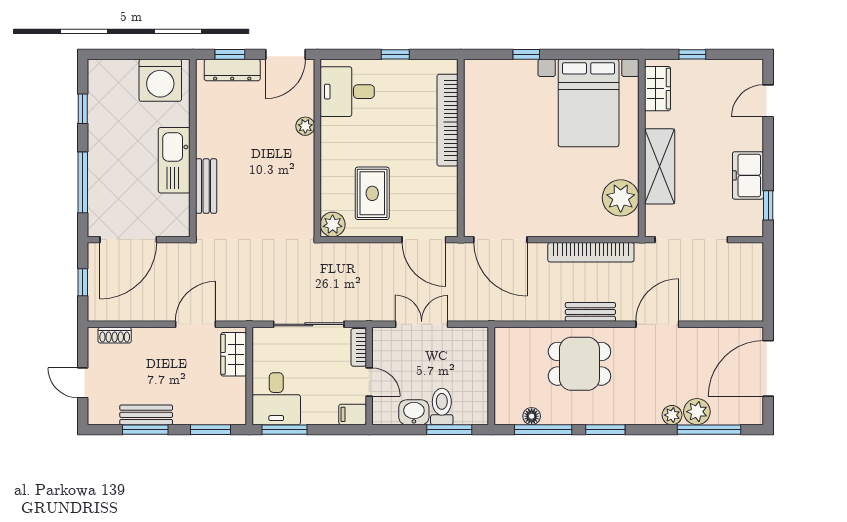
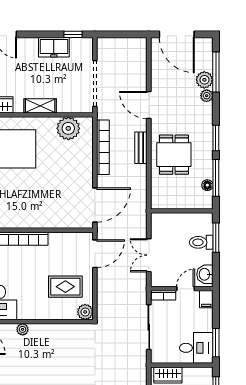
shelving: (660, 166) -> (40, 106), width x0.67, depth x0.75
washbasin: (414, 412) -> (205, 274), moved

